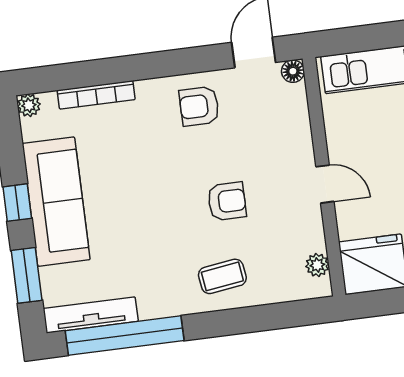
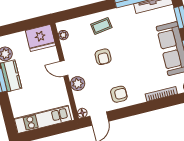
plant: (296, 144) -> (78, 84), added
armchair: (227, 201) -> (103, 57), turned -90

